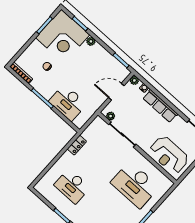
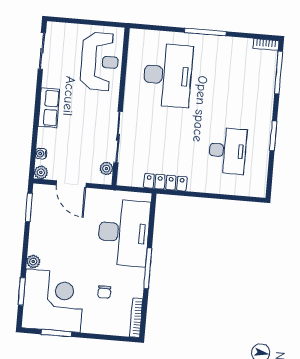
desk: (68, 103) -> (124, 233), width x1.36, depth x1.30
row of seats: (160, 106) -> (49, 108), width x0.68
locker: (77, 145) -> (165, 182), width x1.53

